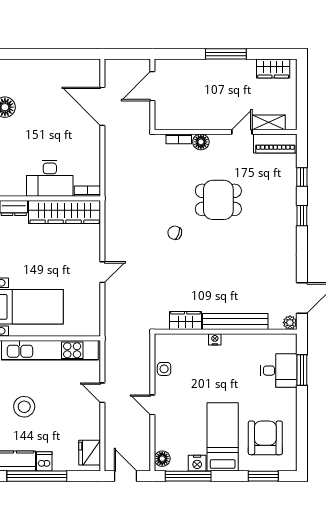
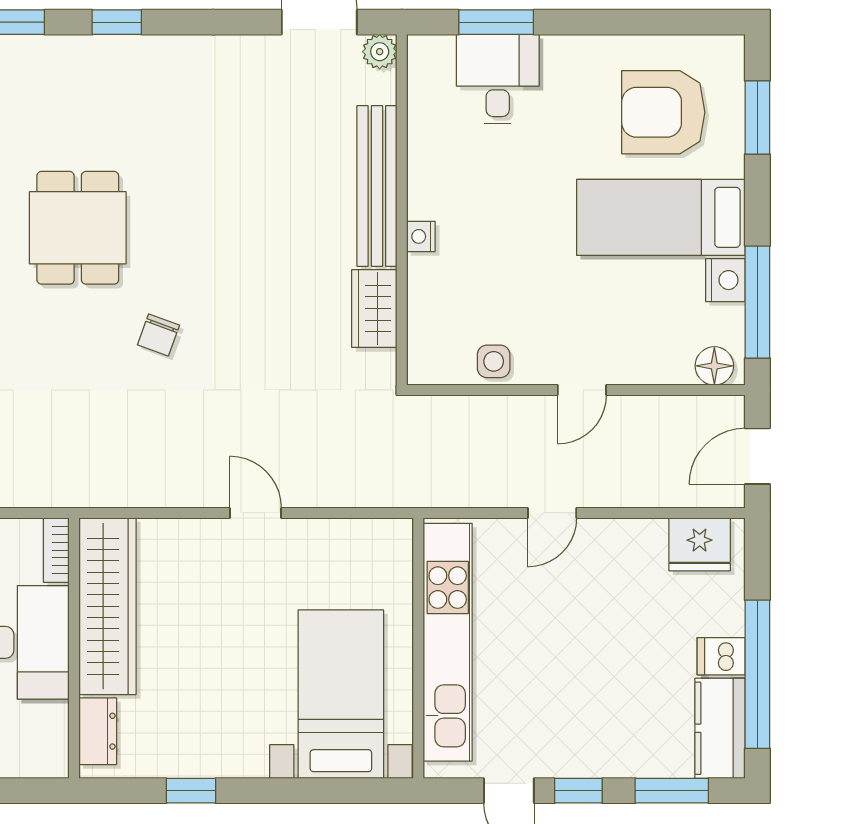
stool: (24, 407) -> (587, 705), removed

